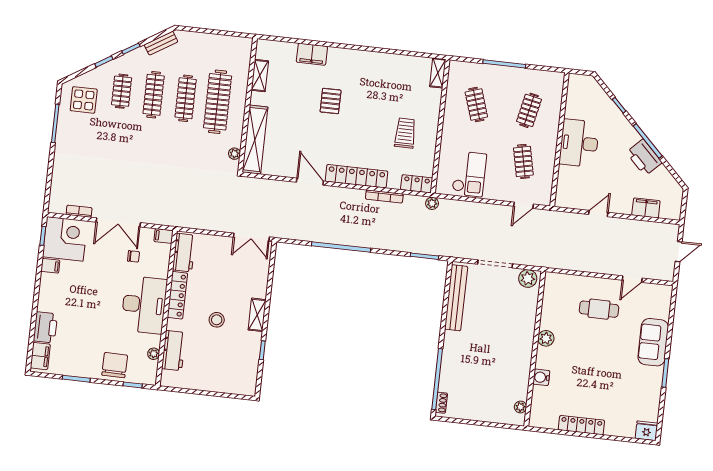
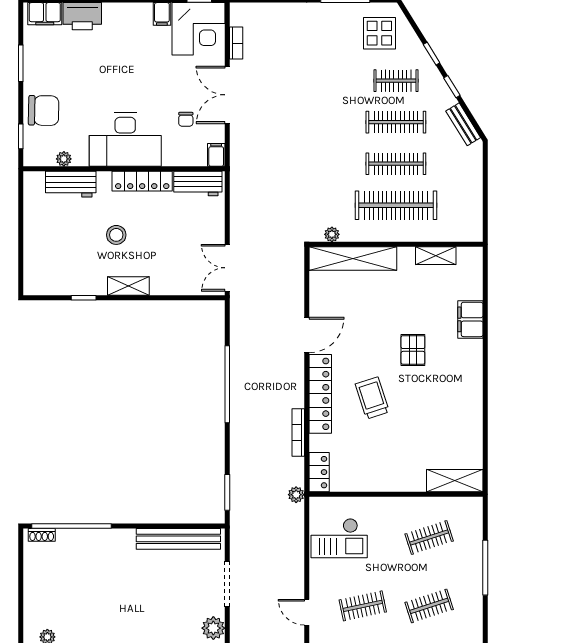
shelving: (438, 73) -> (455, 481), width x1.50, depth x1.33
pallet: (331, 101) -> (413, 350), turned 90
clothes rail: (529, 110) -> (429, 606), turned -30
trolley: (405, 133) -> (372, 398), moved, turned -108

